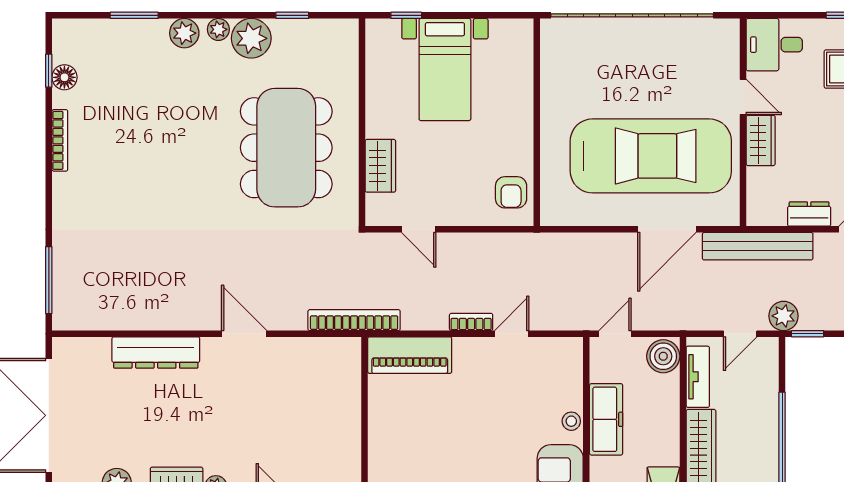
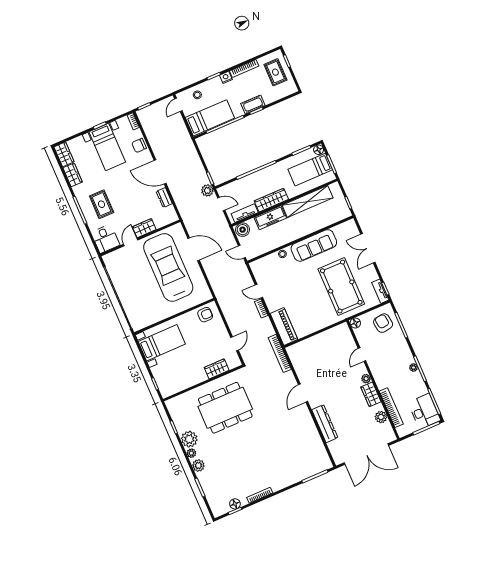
bed with nightstands: (445, 70) -> (162, 343), moved
bench: (758, 246) -> (185, 212), removed
freezer: (606, 419) -> (270, 218), moved, turned 180

